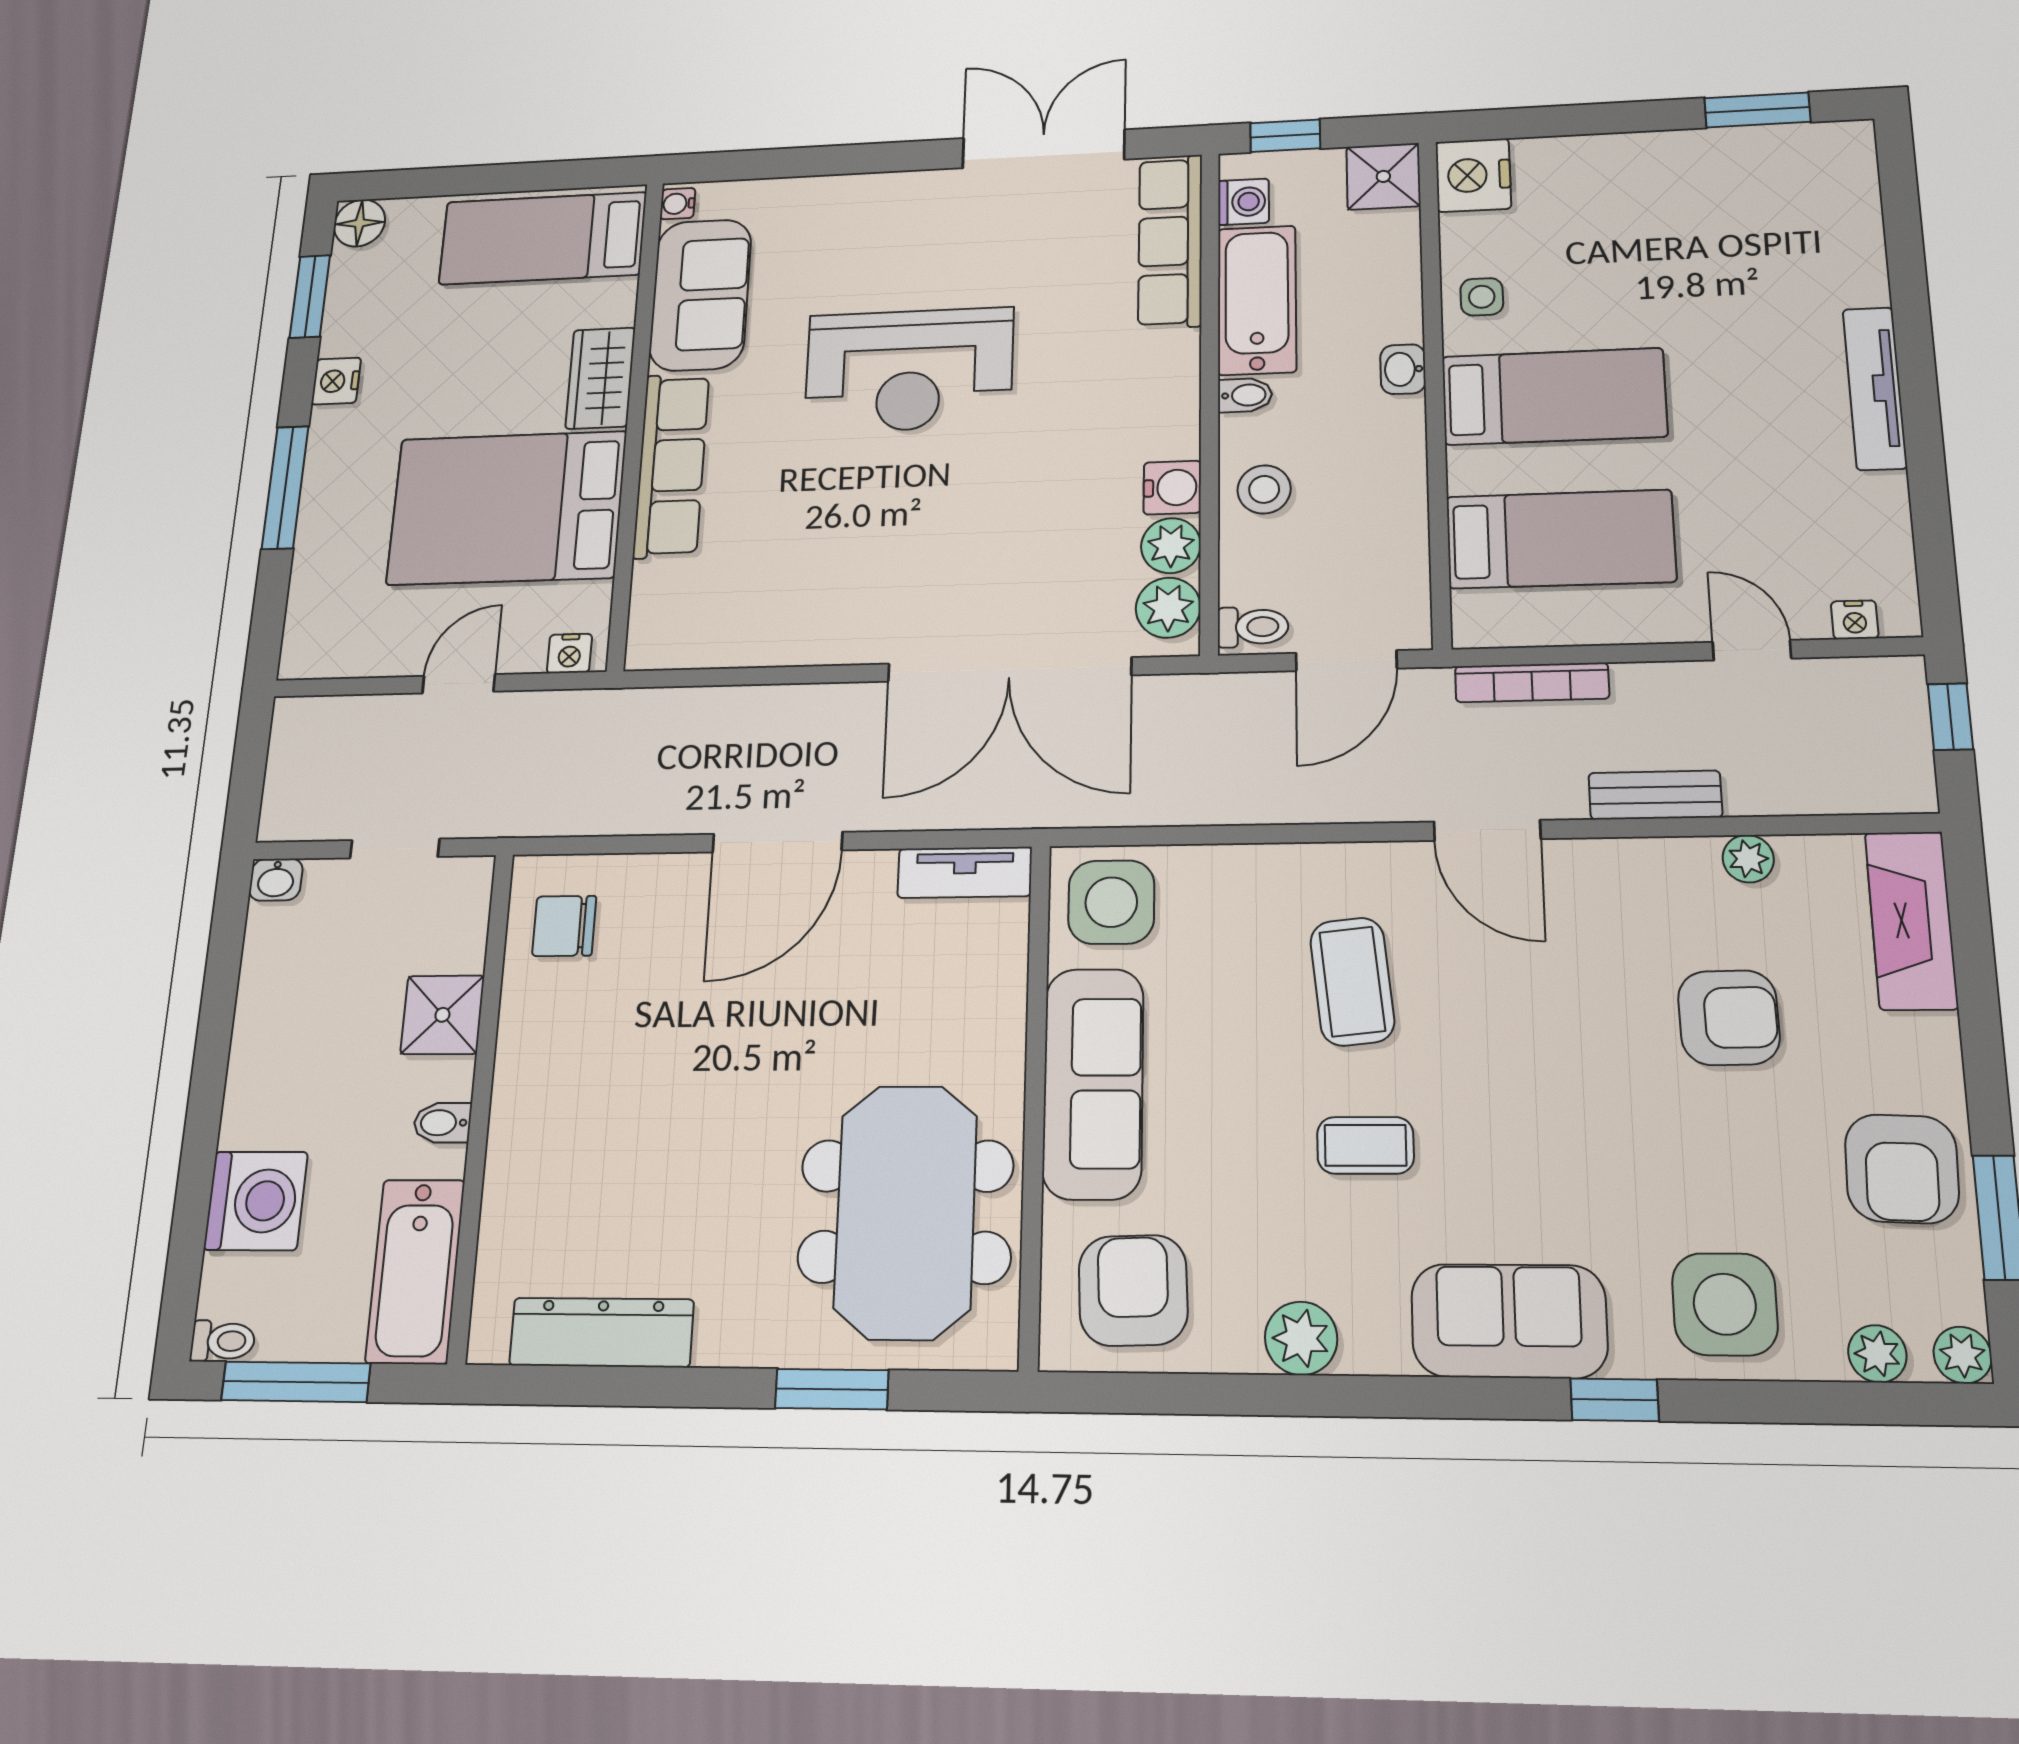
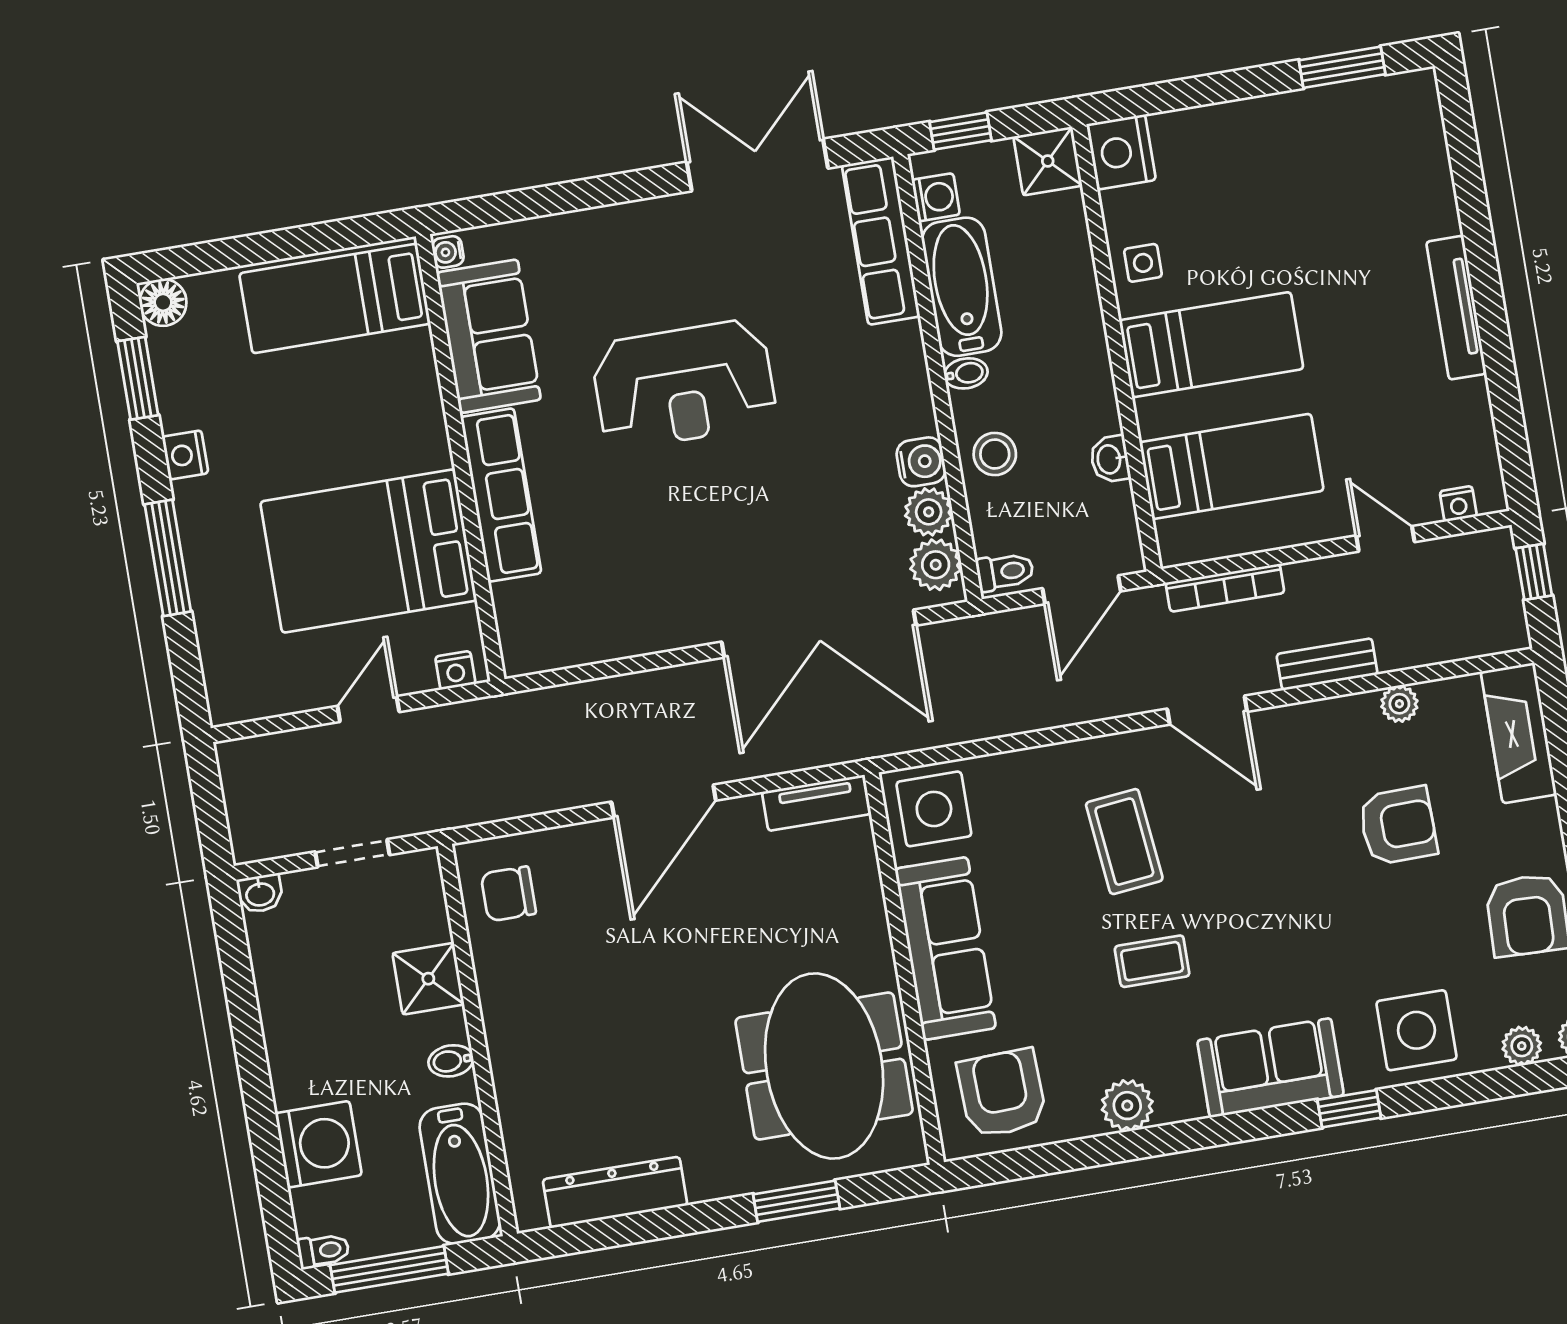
washbasin: (1403, 369) -> (1110, 459), moved
wardrobe: (600, 378) -> (420, 424), removed

